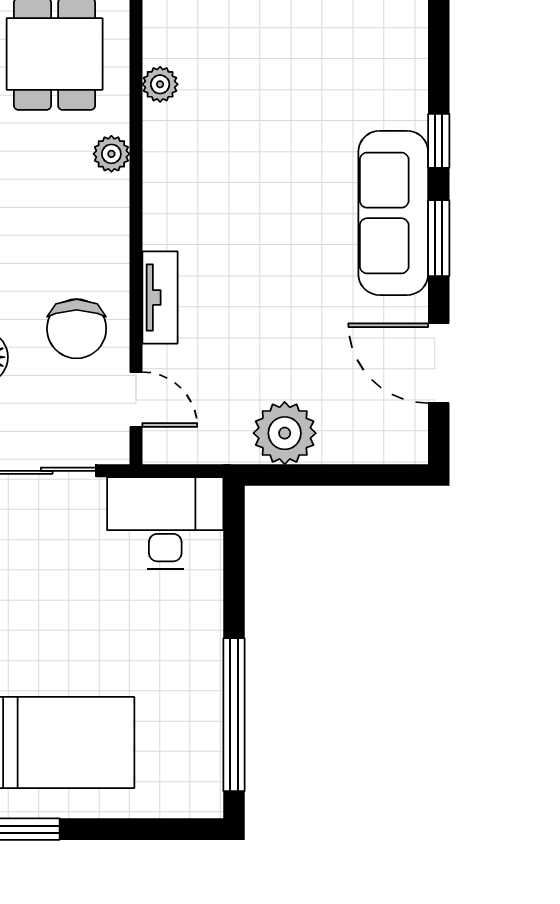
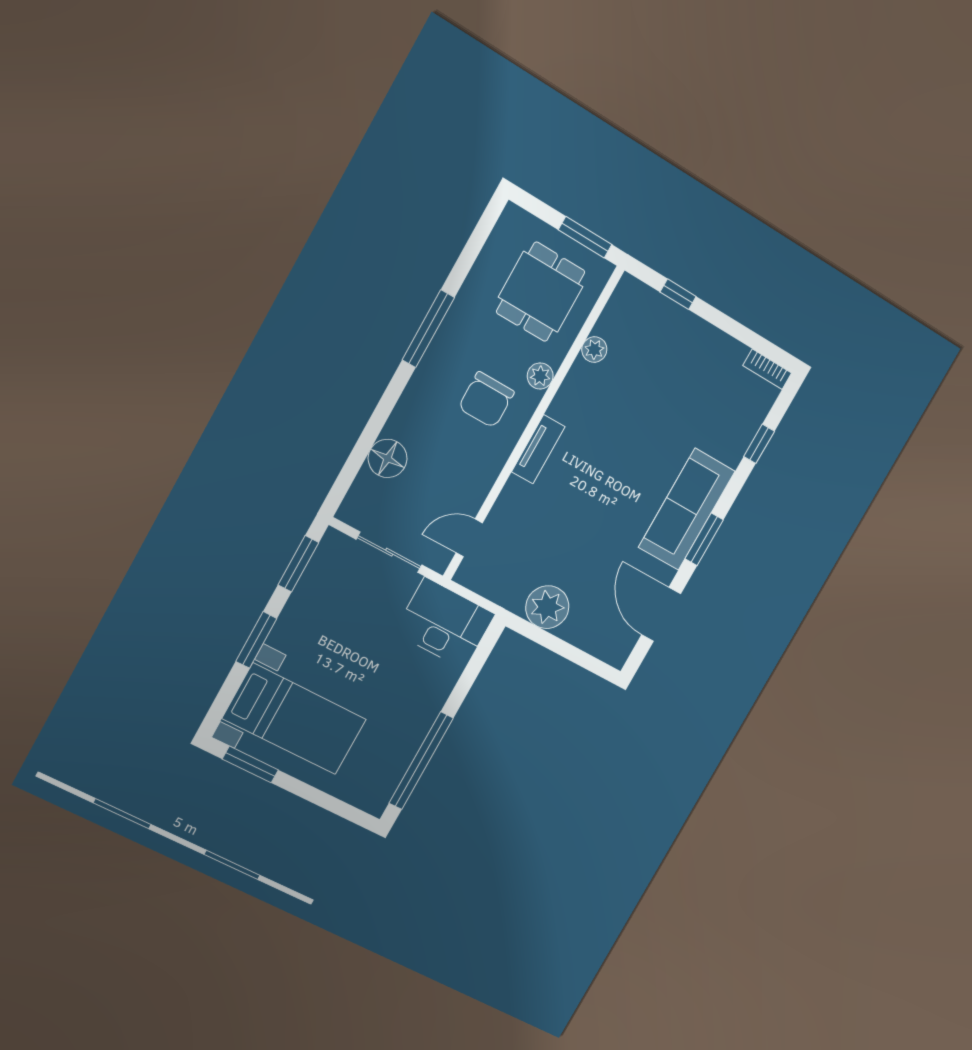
window: (439, 141) -> (759, 444), moved
tv unit: (160, 298) -> (538, 449), moved
chair: (77, 329) -> (486, 400), moved
door: (136, 399) -> (469, 538), swing flipped

